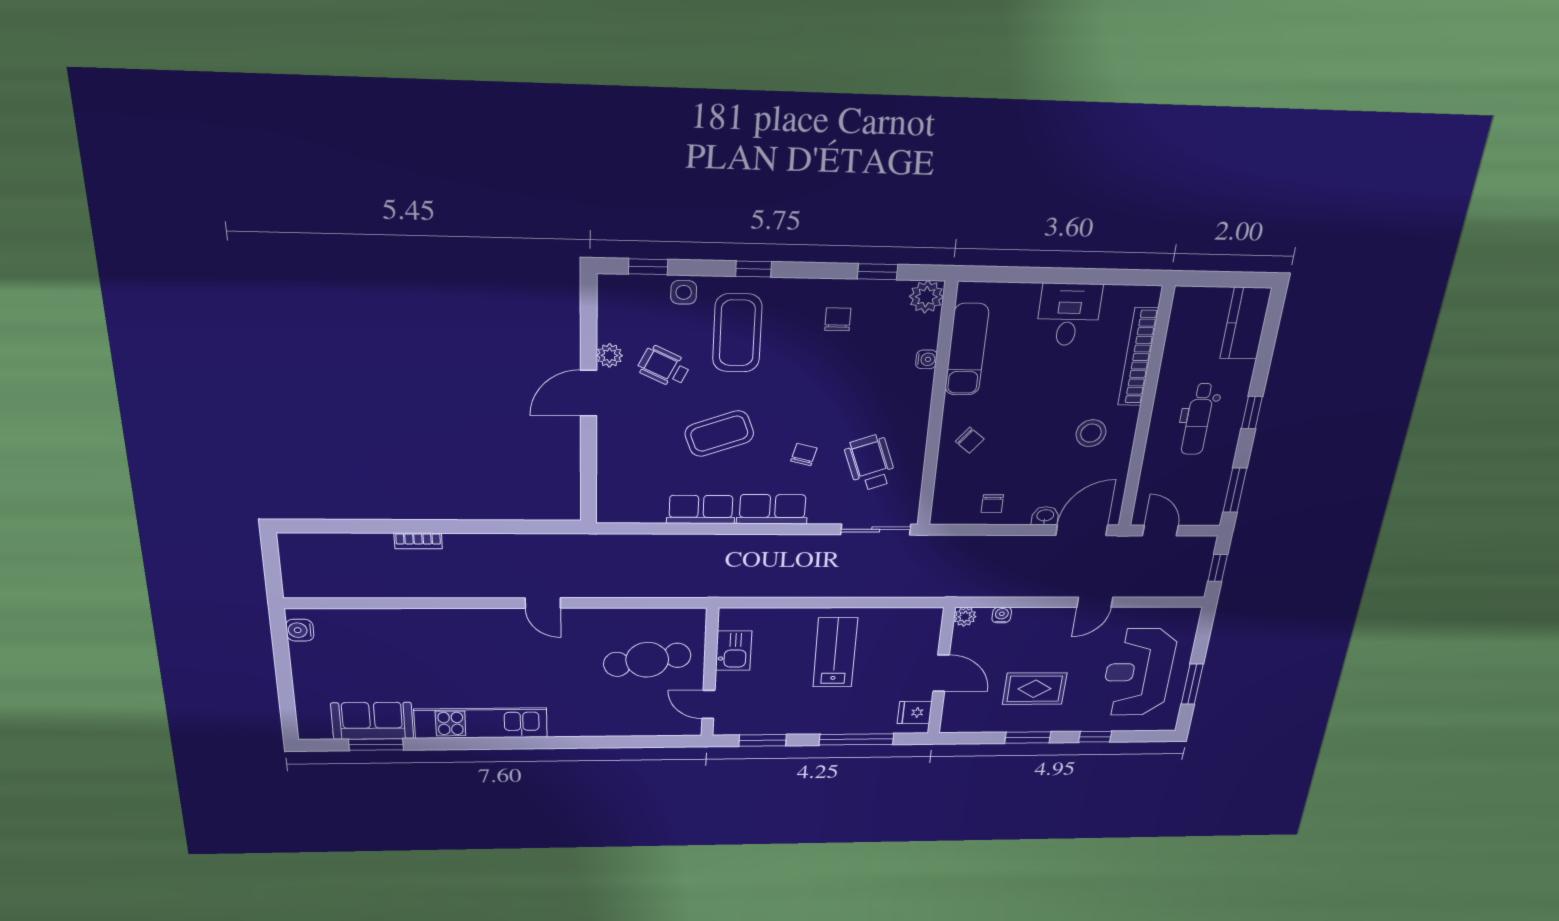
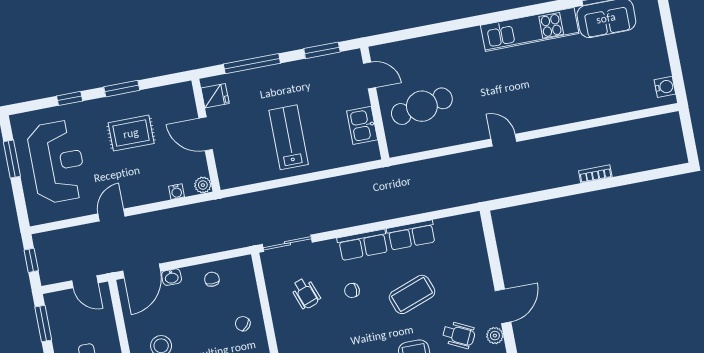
chair: (804, 455) -> (352, 290), turned 76
wheelchair: (870, 463) -> (306, 293), width x0.73, depth x0.73
lab bench: (835, 653) -> (289, 137), turned 180

